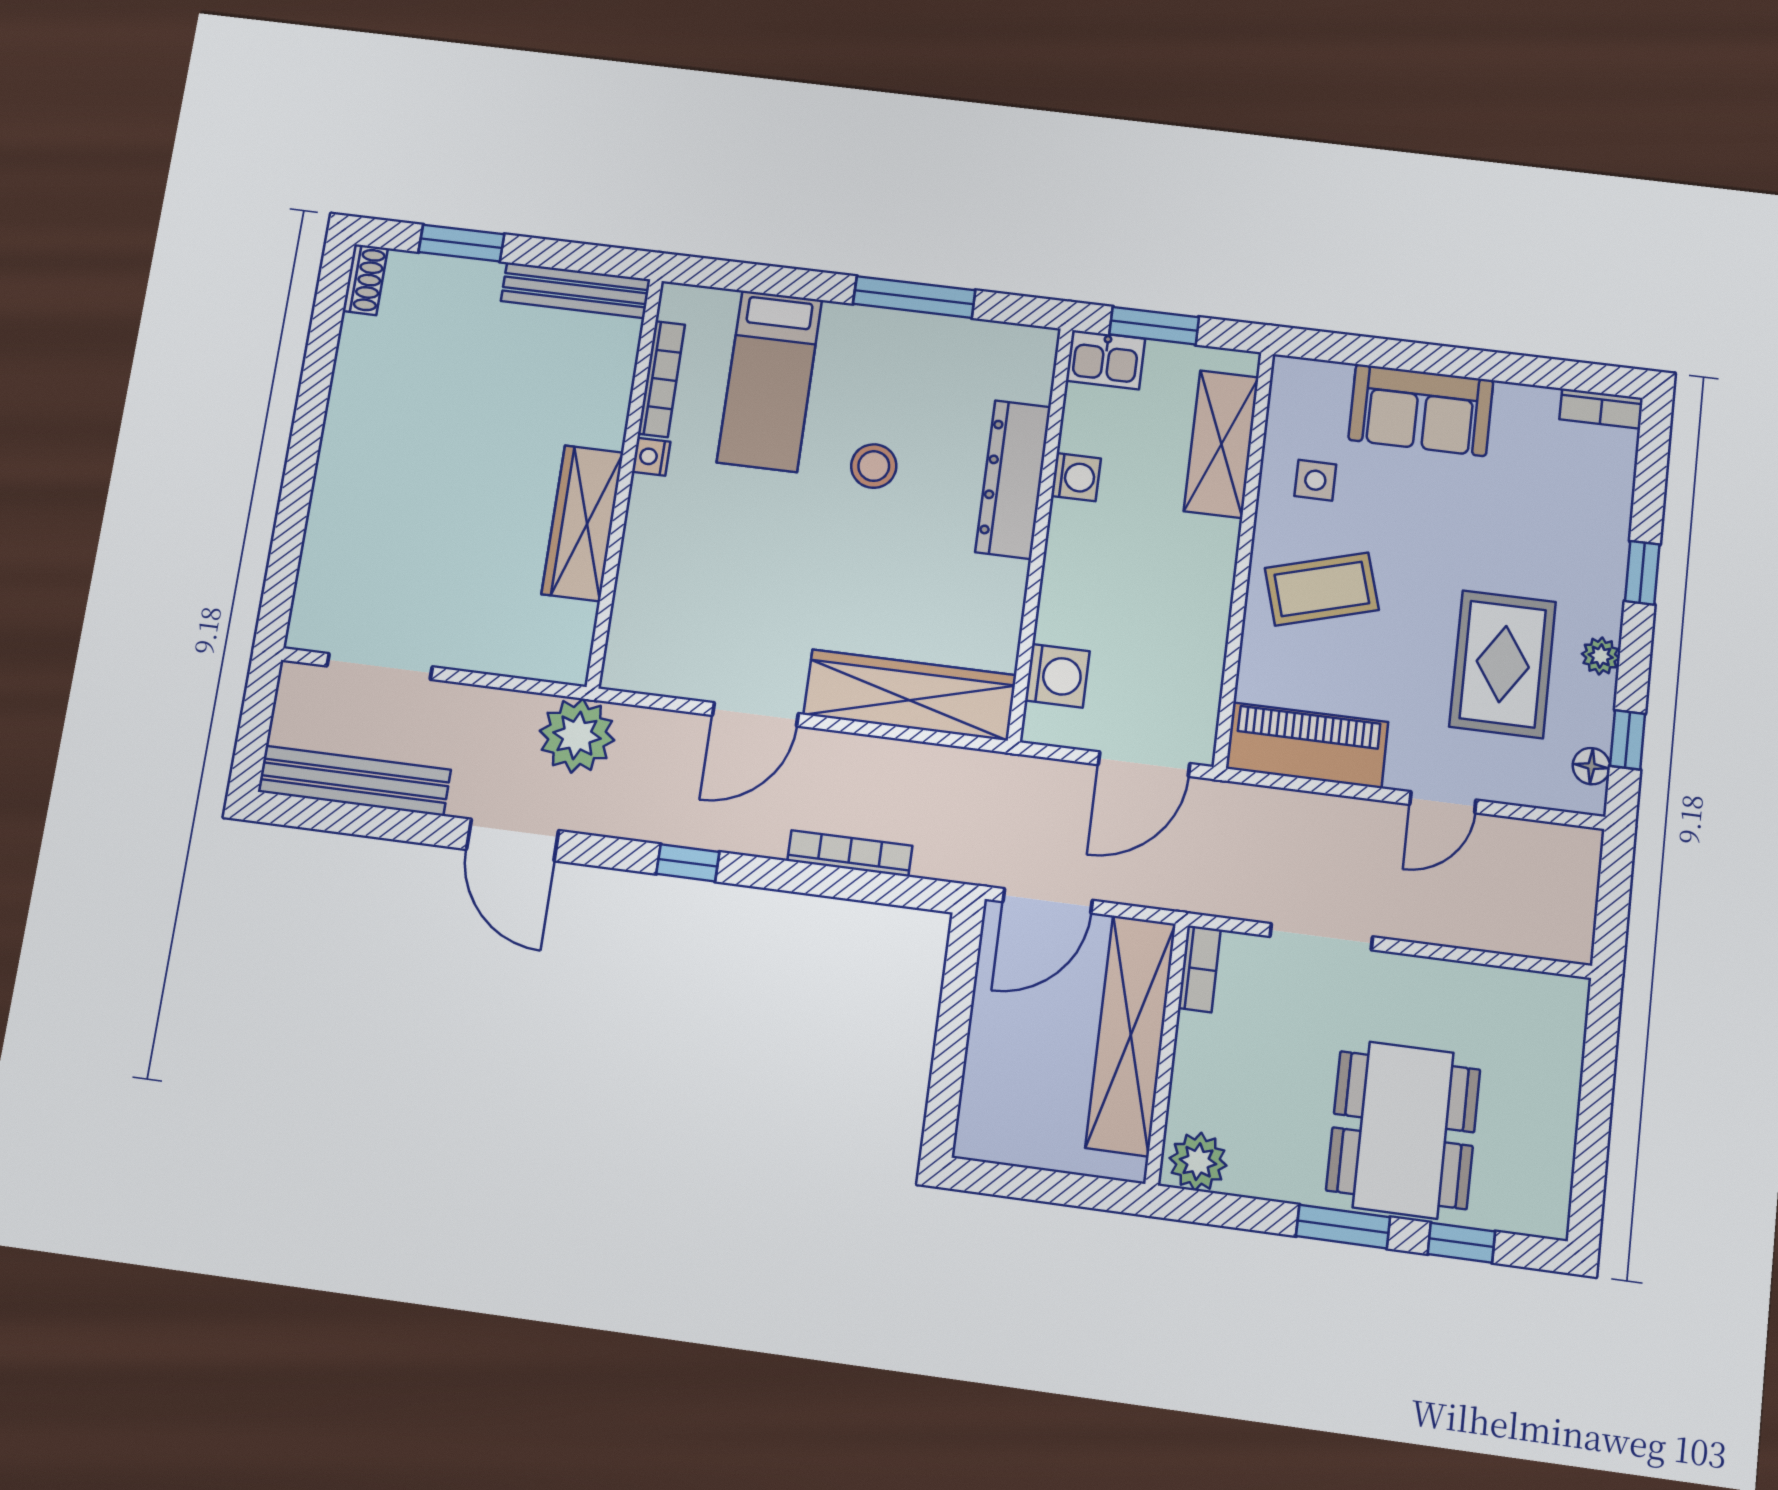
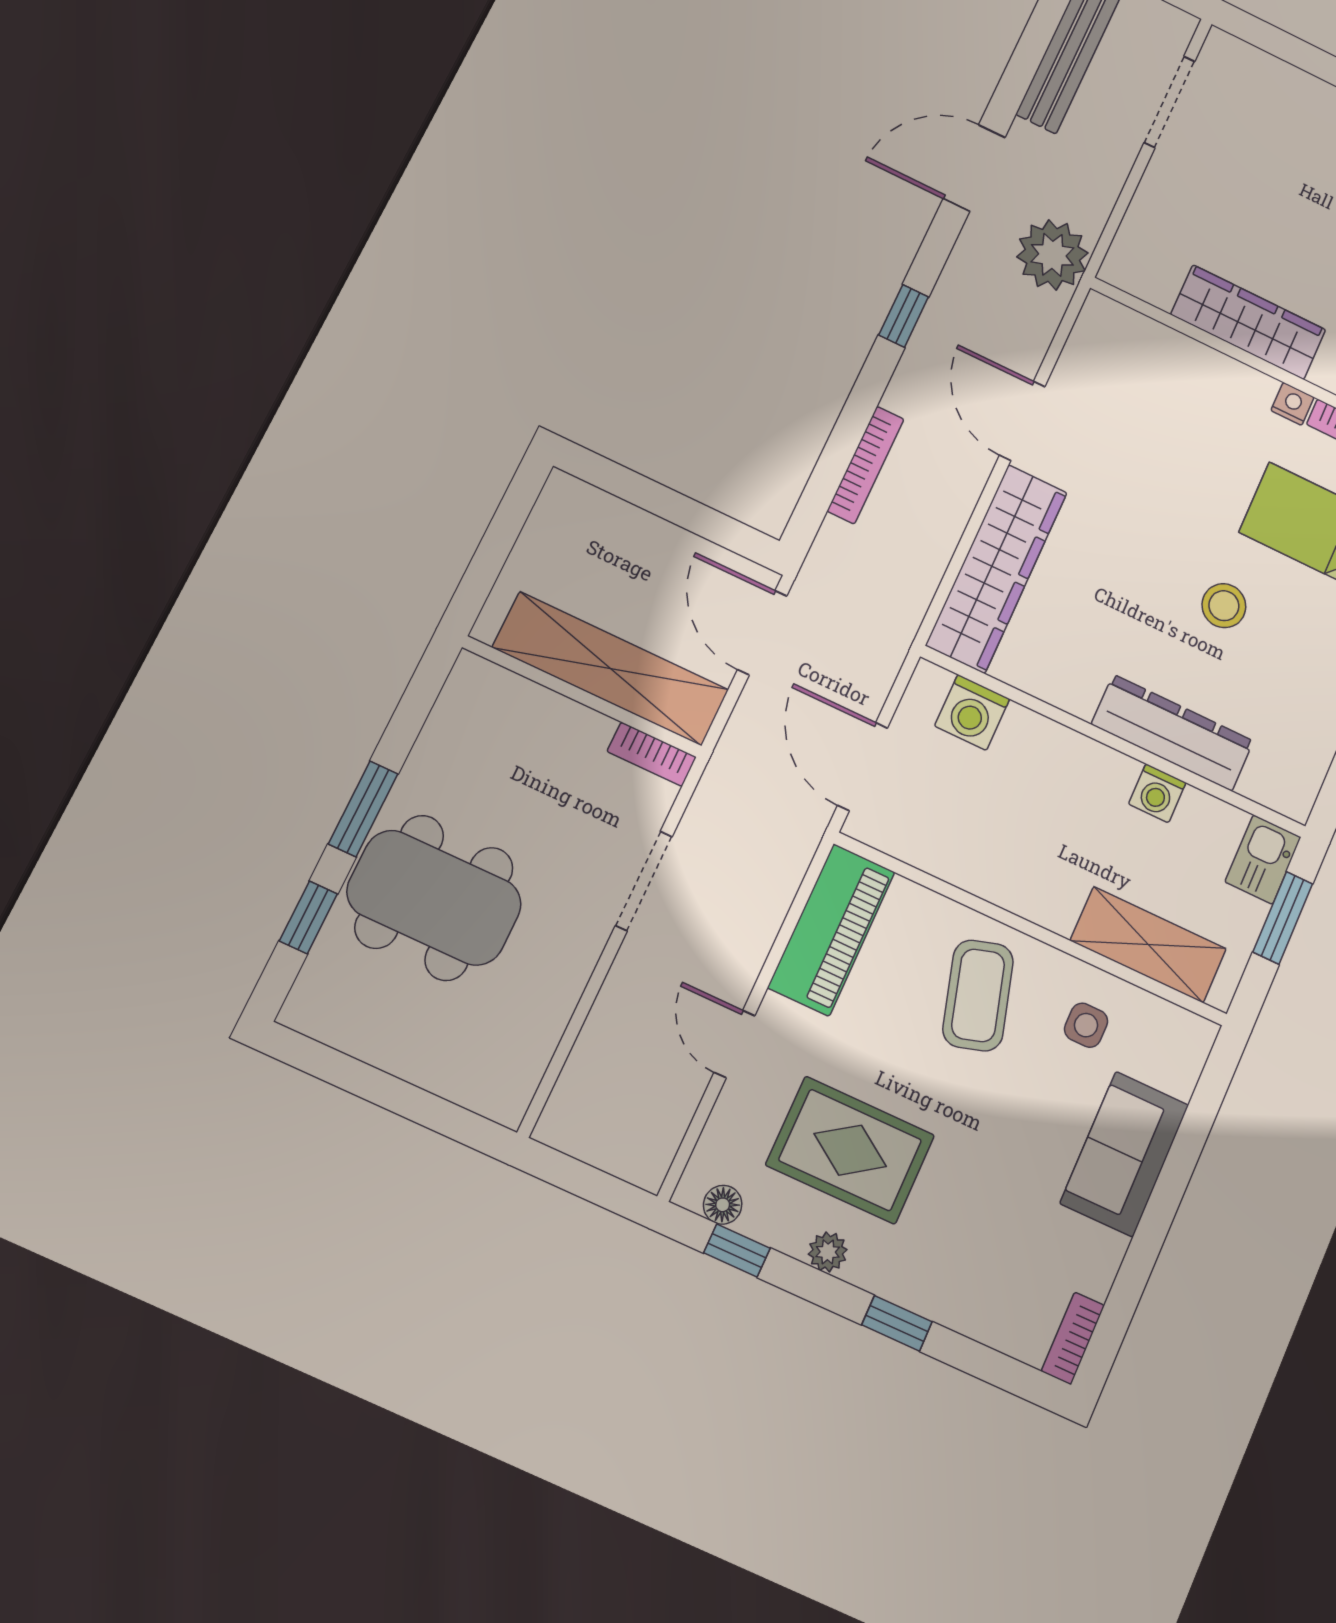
plant: (1198, 1162) -> (471, 692), removed

